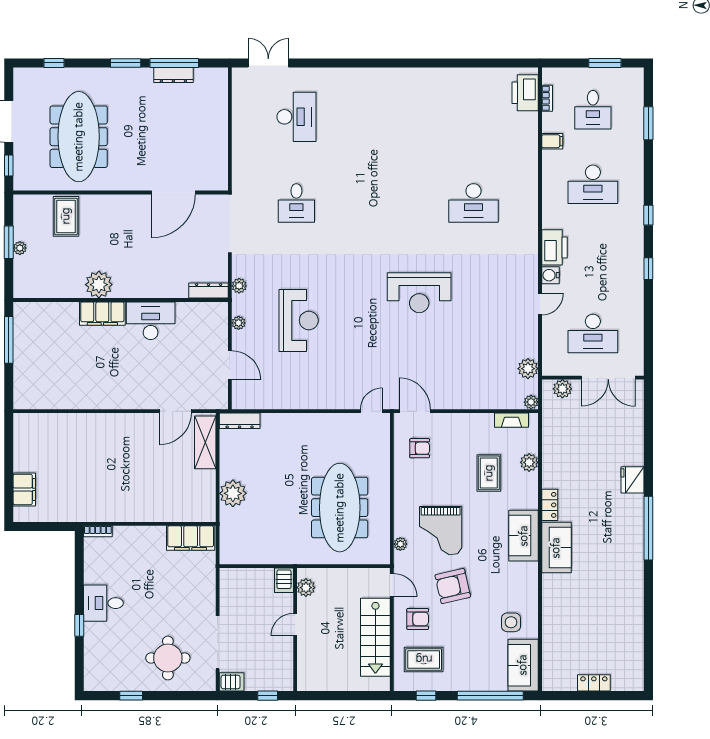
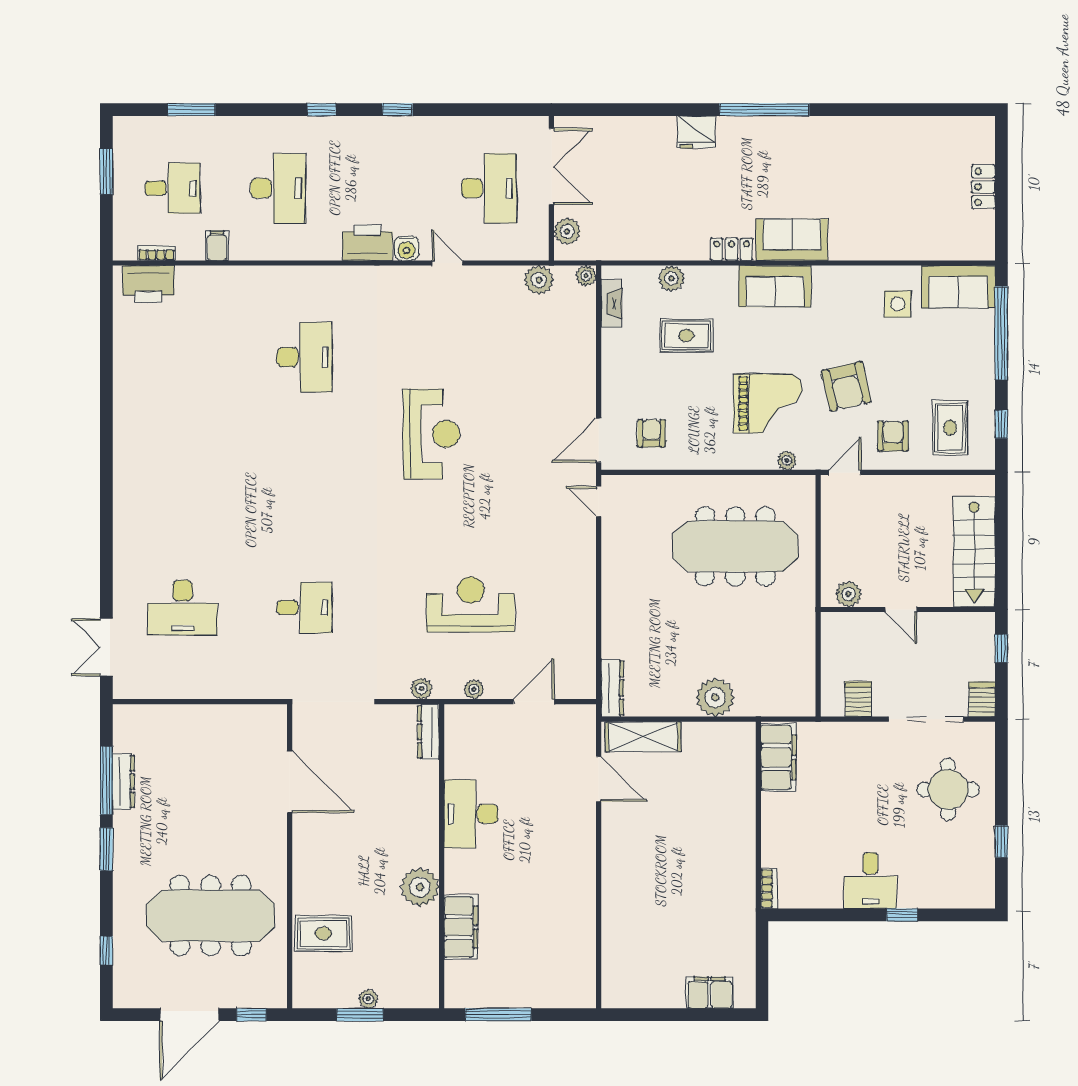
desk: (296, 117) -> (183, 608), turned 180
filing cabinet: (102, 314) -> (461, 927), moved
server rack: (284, 580) -> (858, 699), moved, turned -90
stairs: (375, 637) -> (974, 552), moved, turned 90

